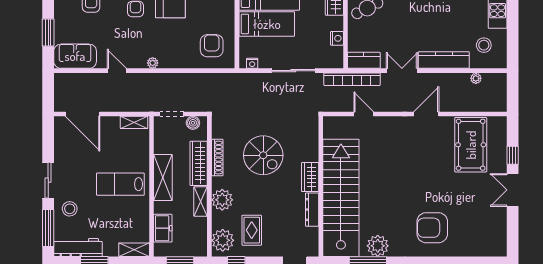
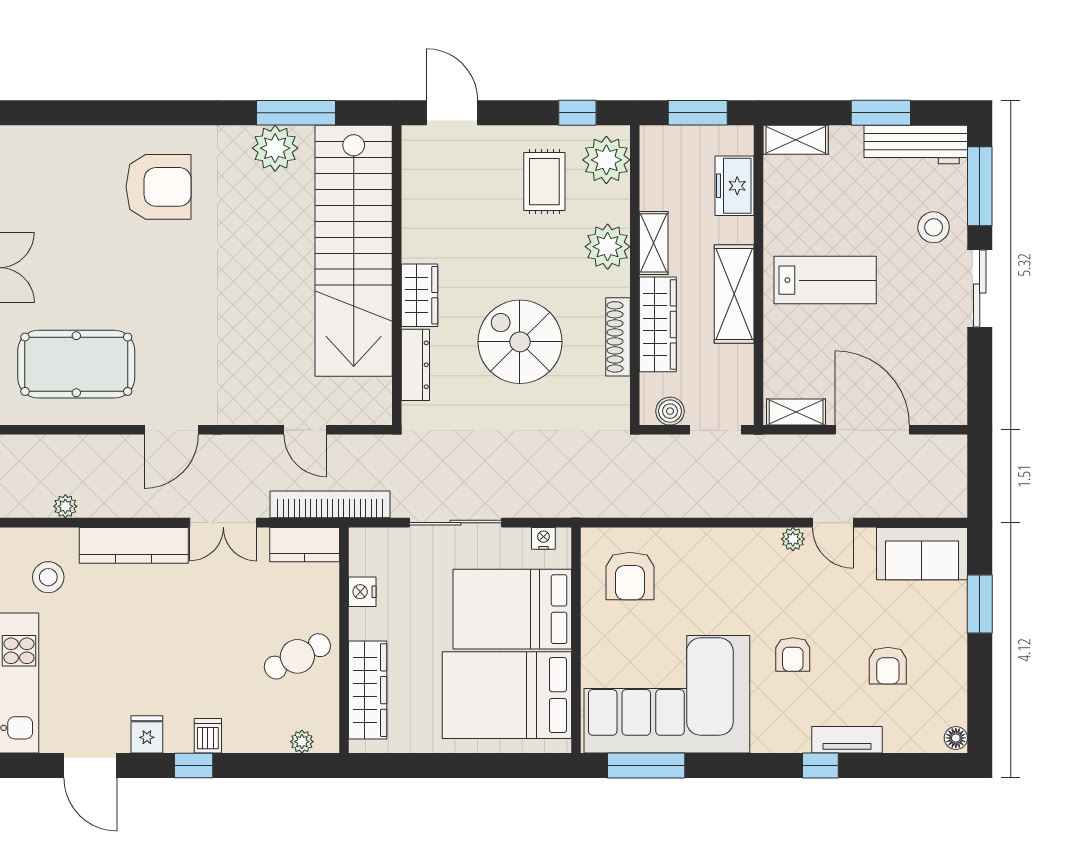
bed: (267, 24) -> (512, 609), width x1.50
plant: (153, 63) -> (793, 539), moved
door: (83, 114) -> (872, 430), moved
pool table: (471, 145) -> (76, 364), turned 90
dresser: (312, 210) -> (415, 365), moved

